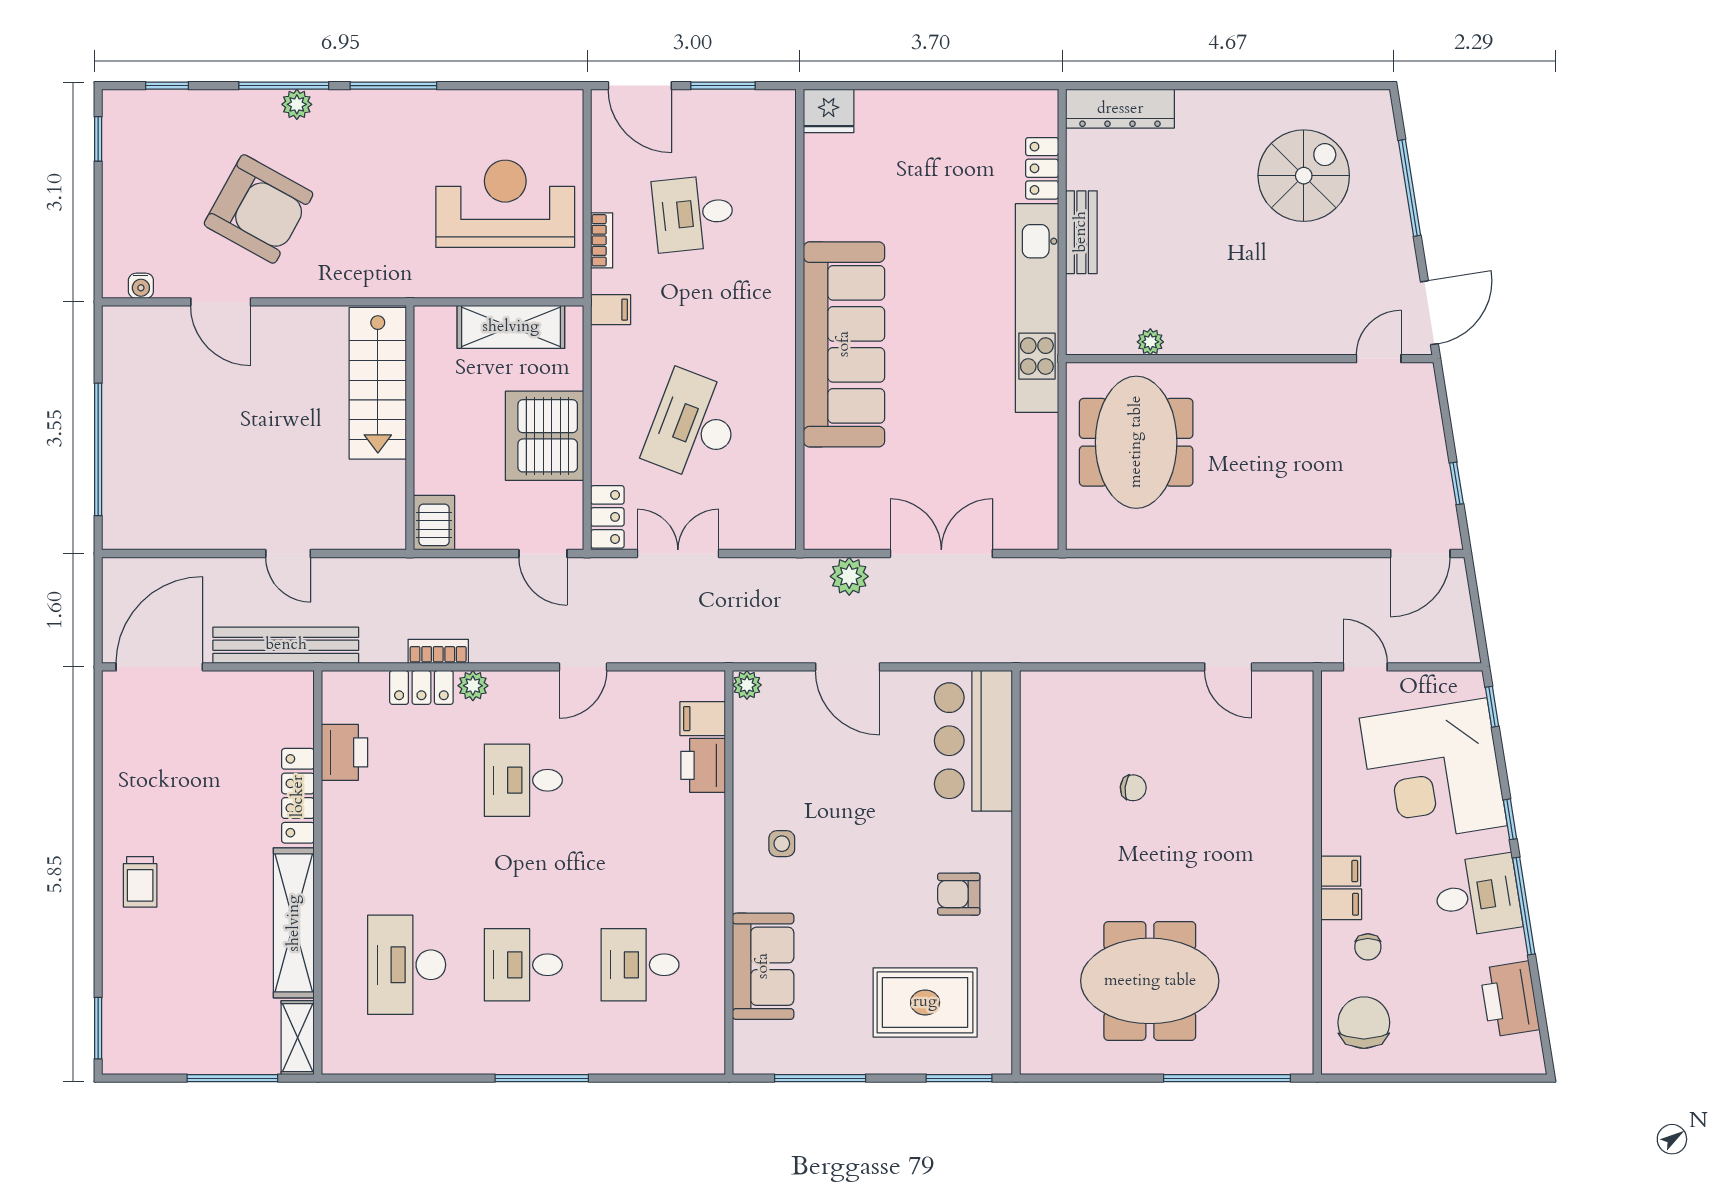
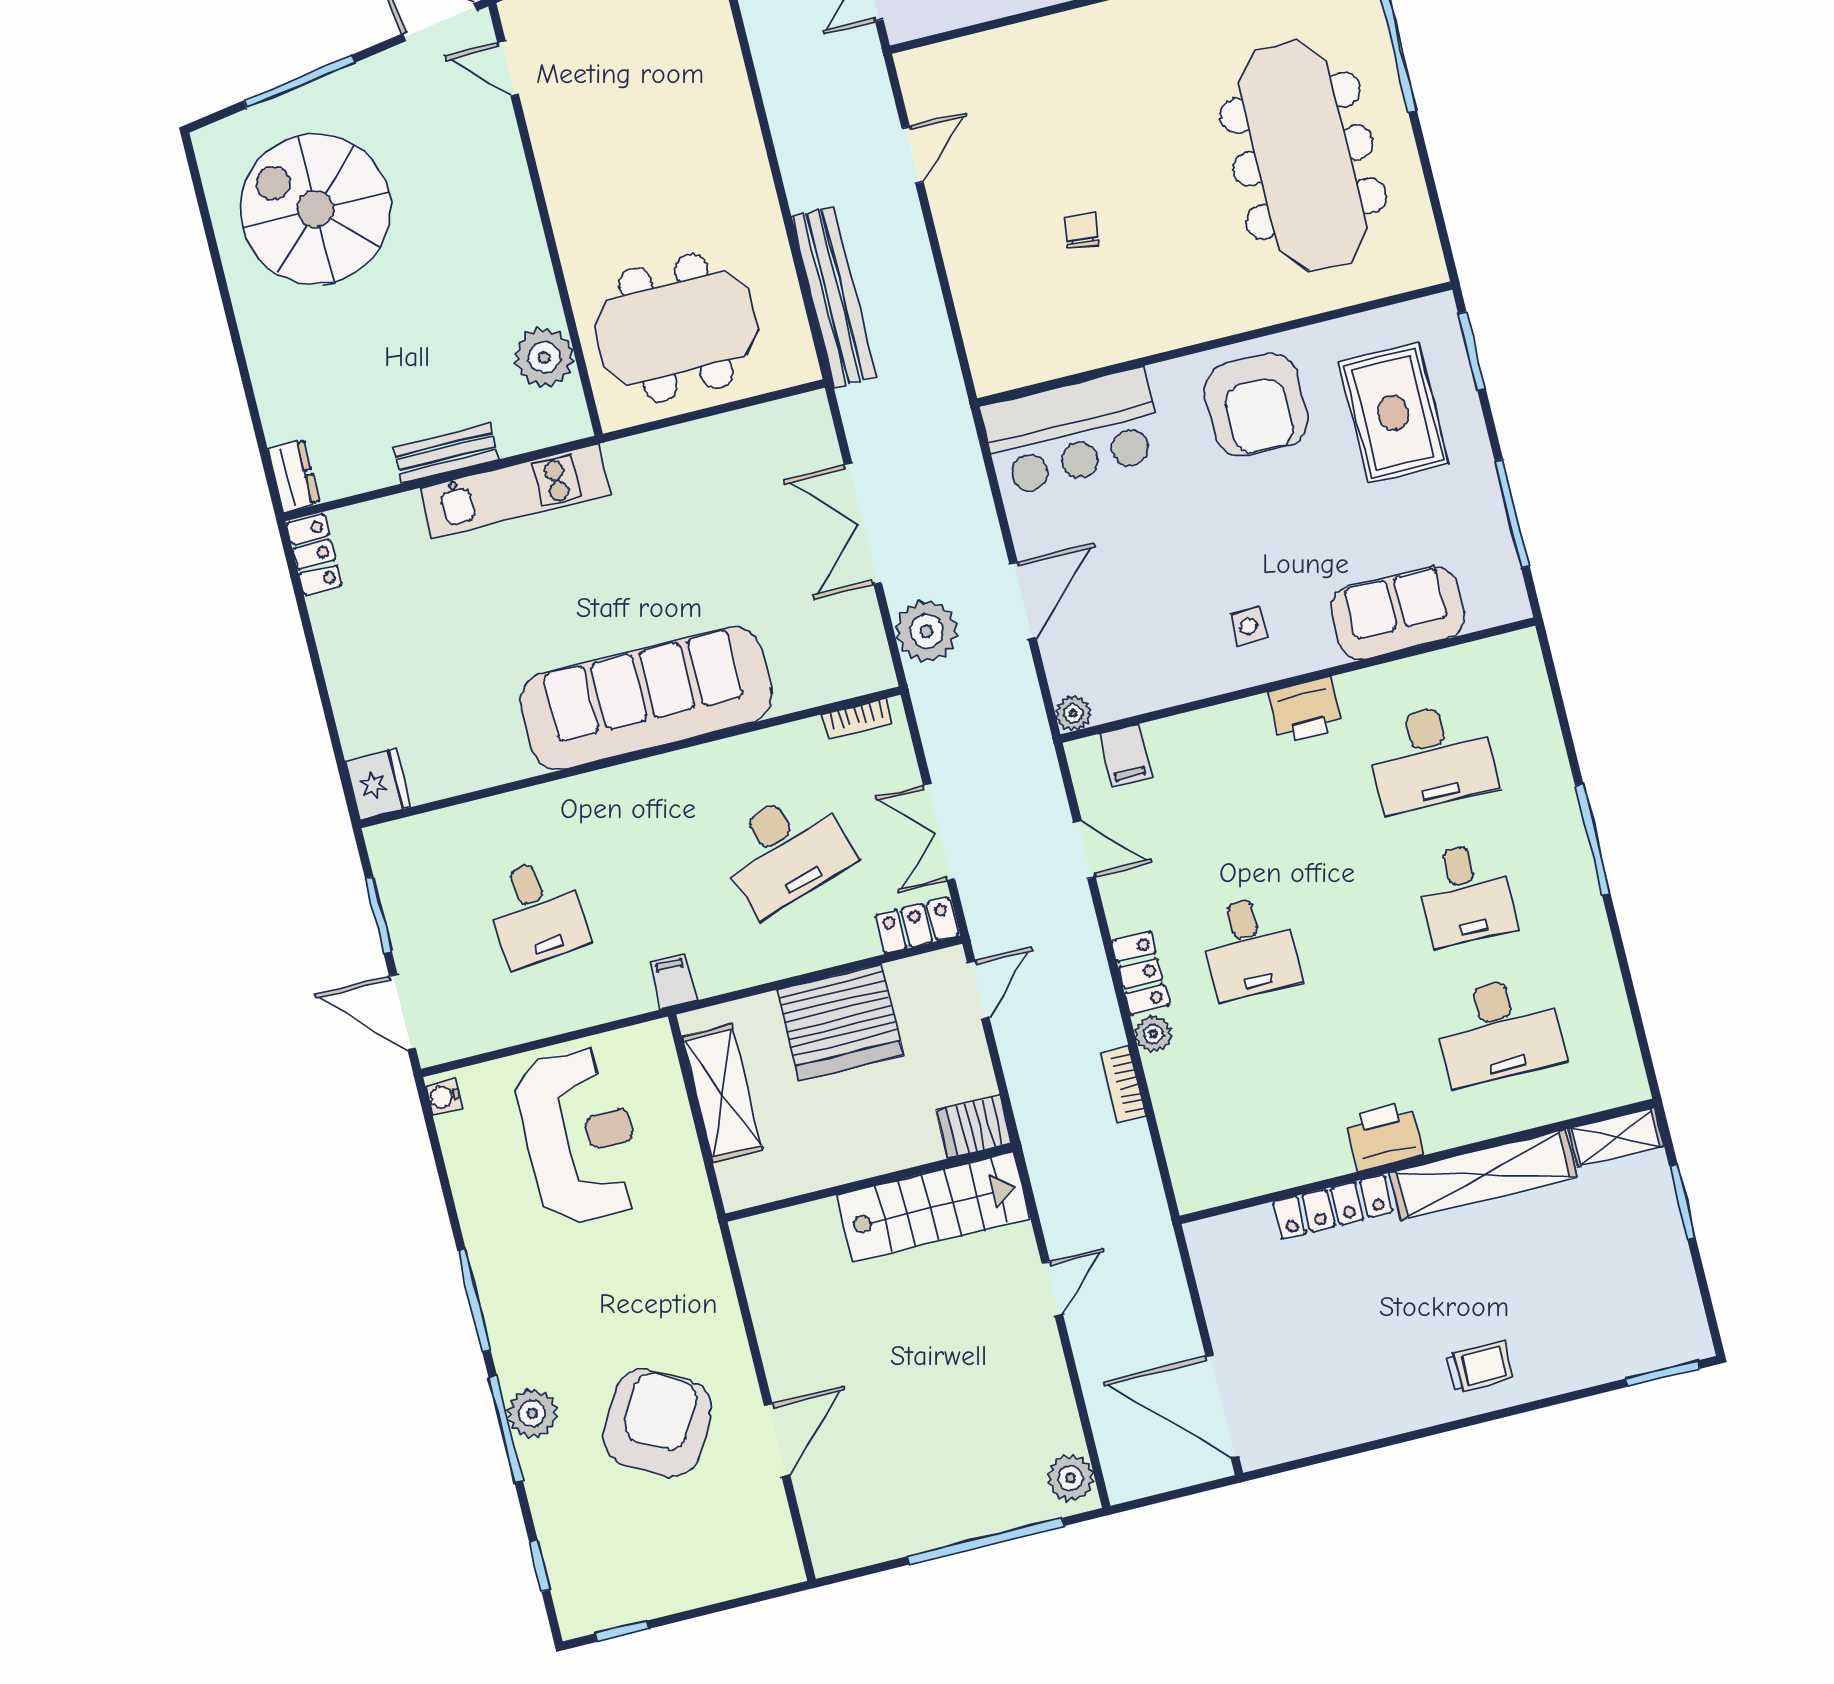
door: (640, 86) -> (403, 1012), swing flipped
plant: (297, 104) -> (532, 1413), width x1.38, depth x1.38
dresser: (1120, 109) -> (294, 476), width x0.51, depth x0.80
locker: (1042, 168) -> (314, 554), moved, turned -90
spiral stairs: (1304, 176) -> (315, 209), width x1.37, depth x1.37
reception desk: (505, 204) -> (580, 1136), turned 180
bookcase: (602, 240) -> (857, 719), moved, turned 180
water cooler: (141, 286) -> (443, 1097), moved, turned 180
kitchen unit: (1037, 308) -> (515, 491), width x0.73
plant: (1150, 342) -> (544, 357), width x1.88, depth x1.88
stairs: (378, 383) -> (933, 1207), moved
desk: (693, 426) -> (785, 851), turned -39
plant: (132, 530) -> (1070, 1478), added
plant: (849, 576) -> (926, 631), width x1.36, depth x1.36
bench: (286, 645) -> (834, 297), moved
door: (583, 667) -> (1085, 850), moved
locker: (421, 687) -> (1140, 973), moved
printer: (344, 752) -> (1384, 1136), moved
printer: (703, 765) -> (1306, 710), moved
armchair: (959, 894) -> (1257, 405), width x1.88, depth x1.88
desk: (640, 965) -> (1432, 757), width x1.37
meeting table: (1150, 981) -> (1303, 156), width x1.36
window: (232, 1078) -> (1682, 1202), width x0.69

